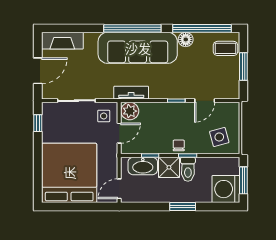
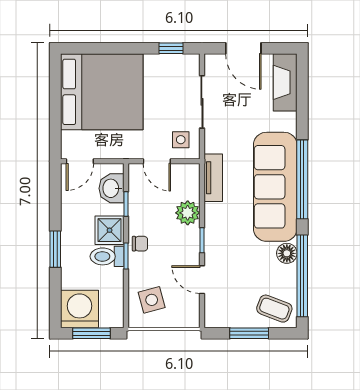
coffee table: (226, 48) -> (274, 309), turned -69
plant: (130, 111) -> (188, 213), moved
washbasin: (143, 166) -> (111, 188), width x0.72
door: (119, 189) -> (80, 161), swing flipped

